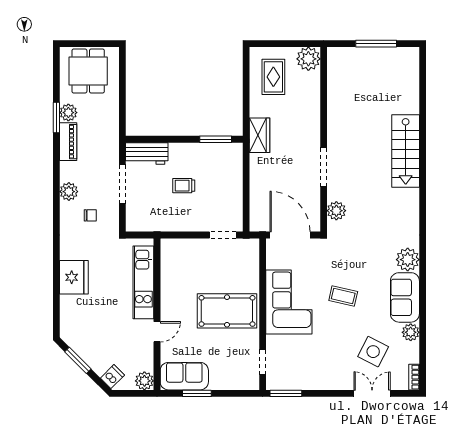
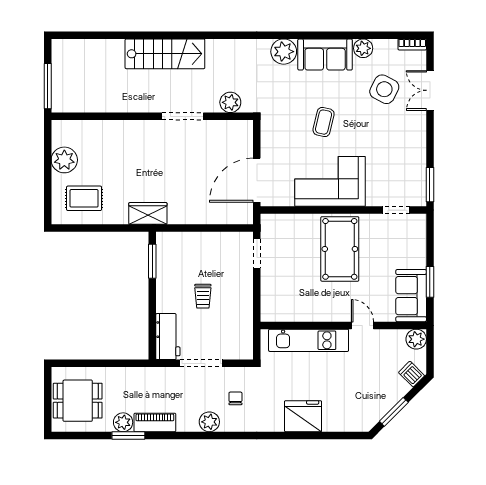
wall: (324, 139) -> (152, 116), moved
doorway: (324, 167) -> (183, 116), moved
plant: (336, 211) -> (230, 102), moved

